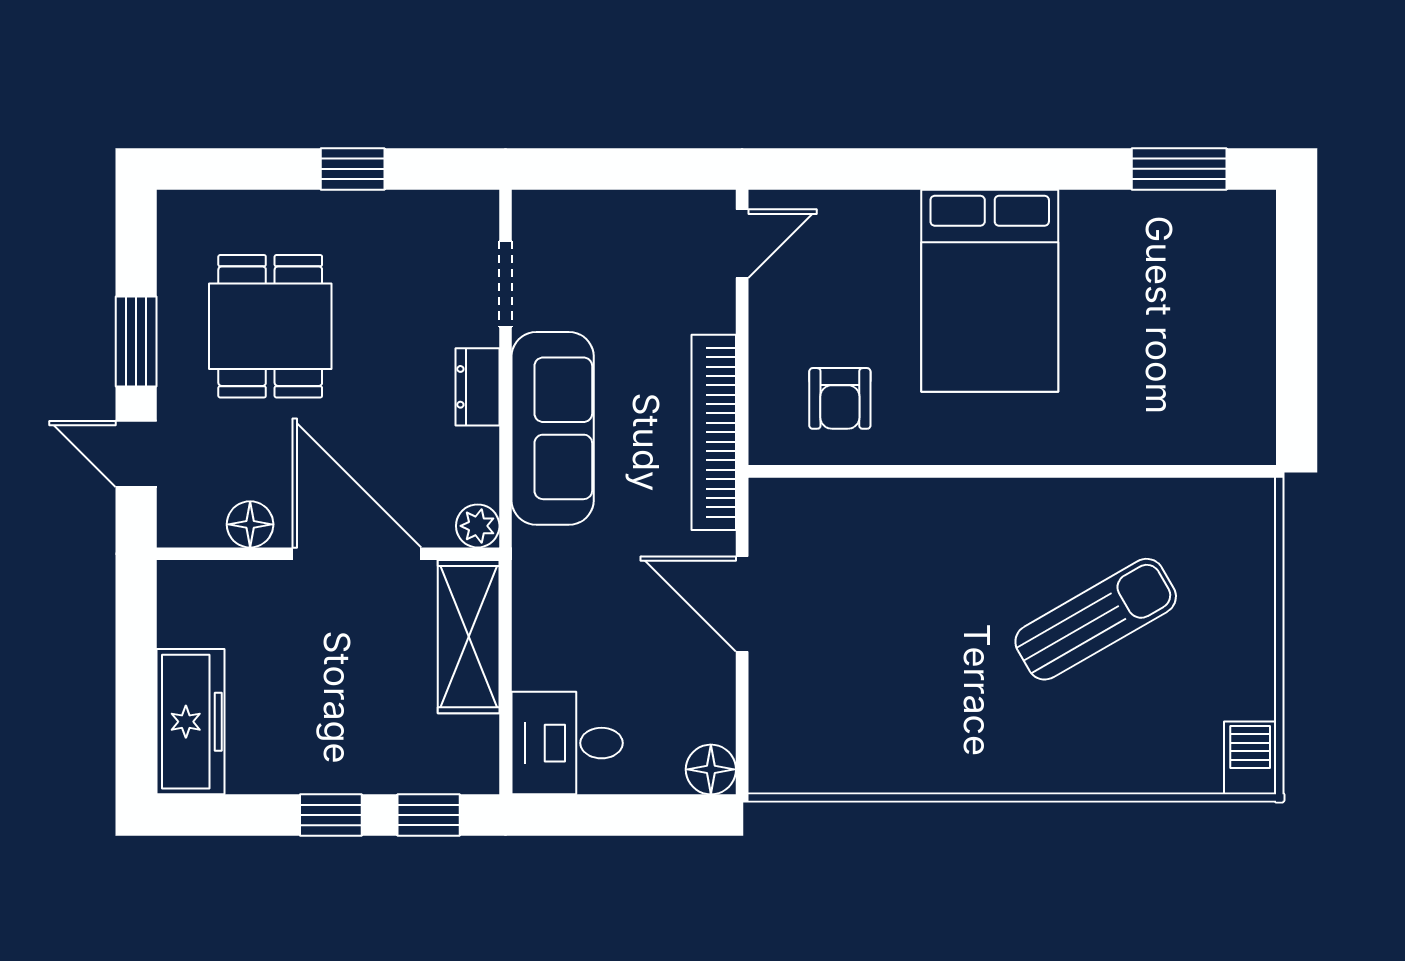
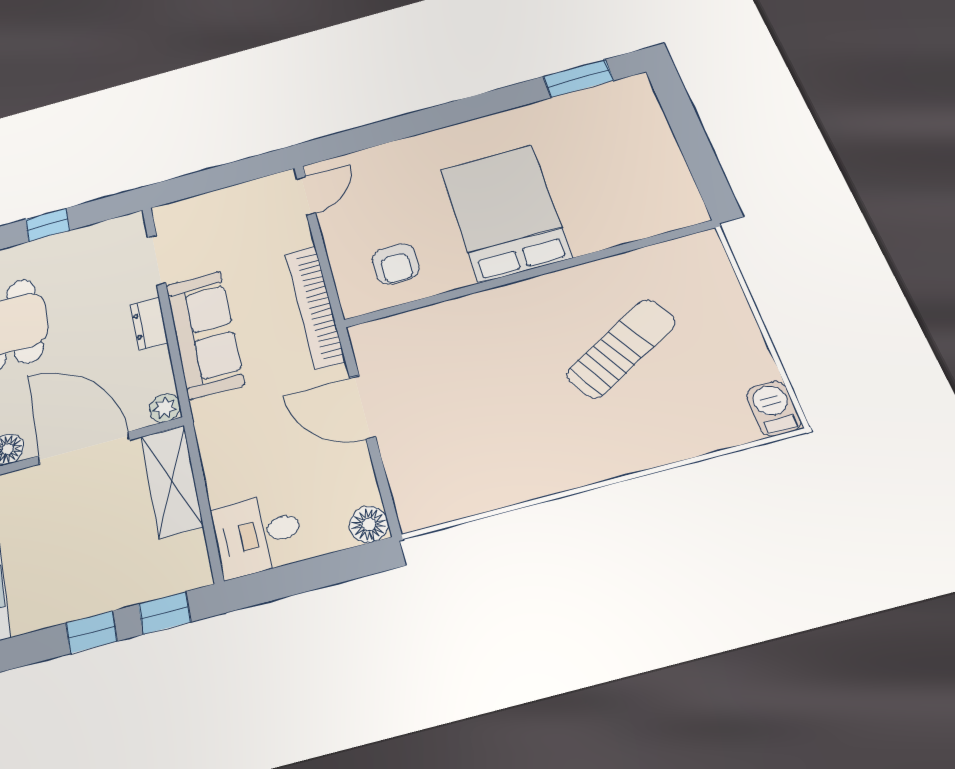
bed: (990, 291) -> (505, 213), moved, turned 180

